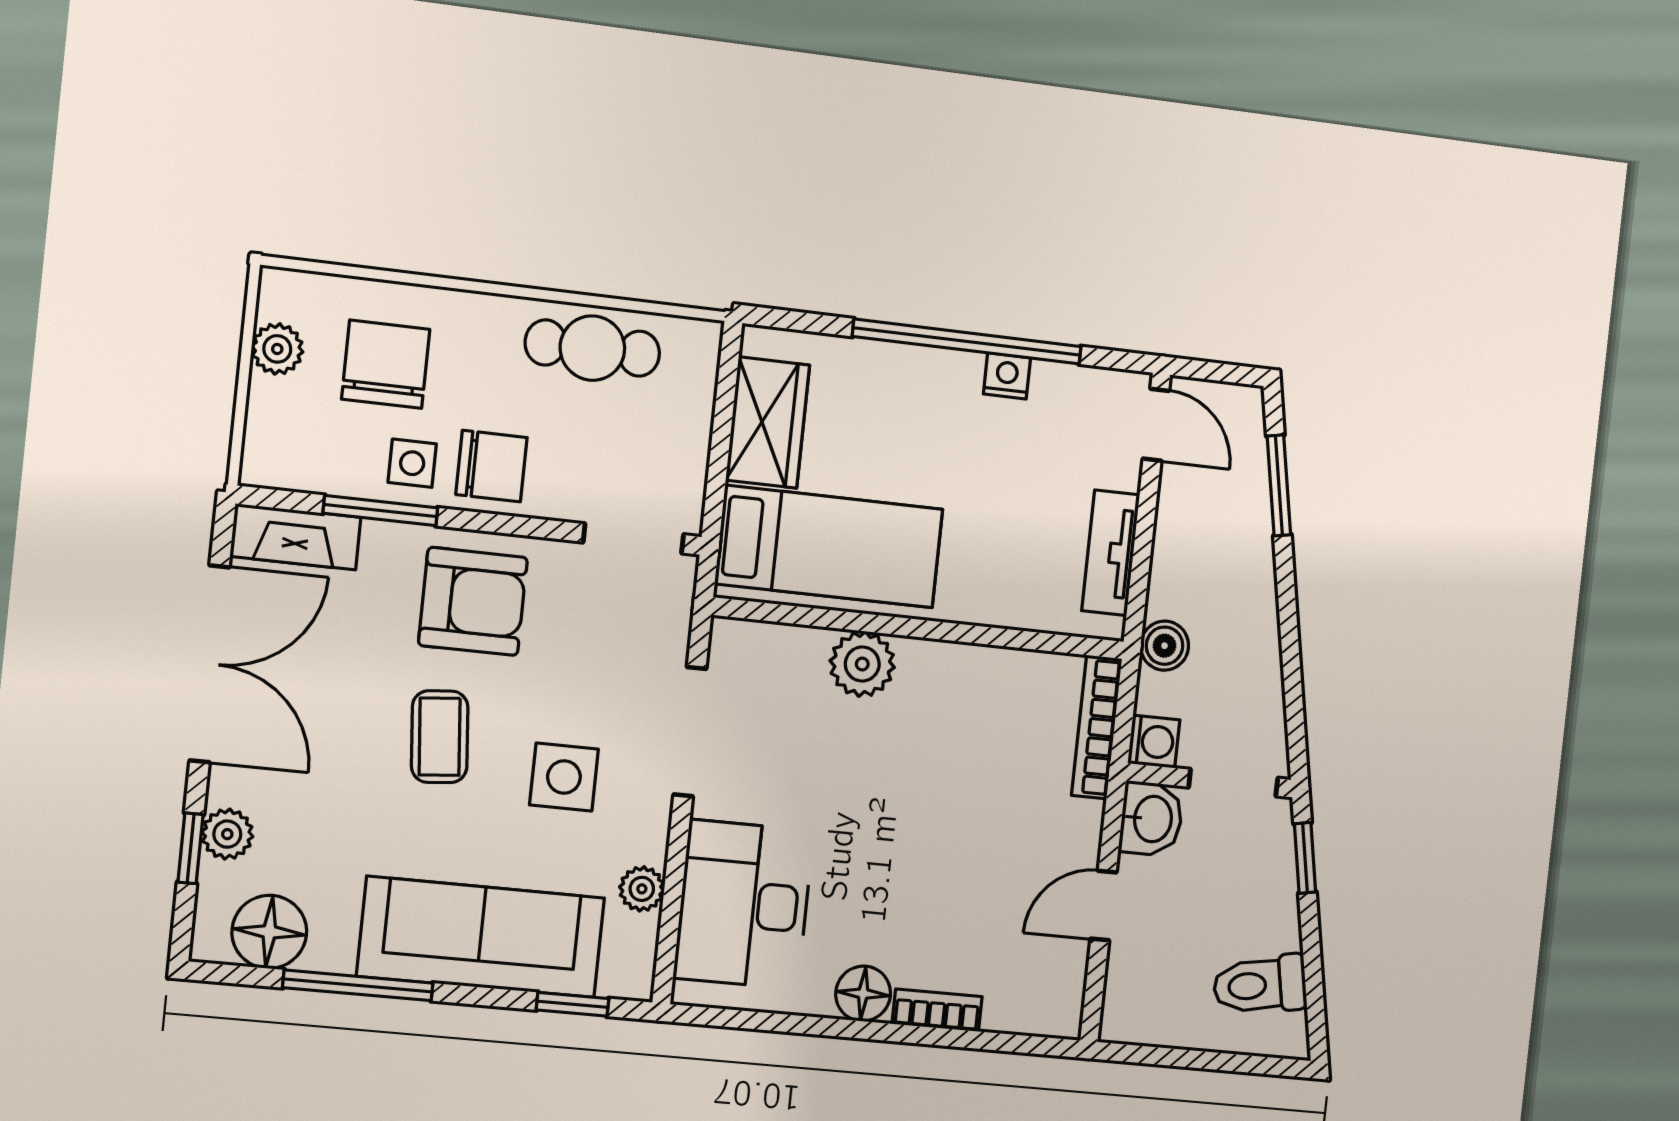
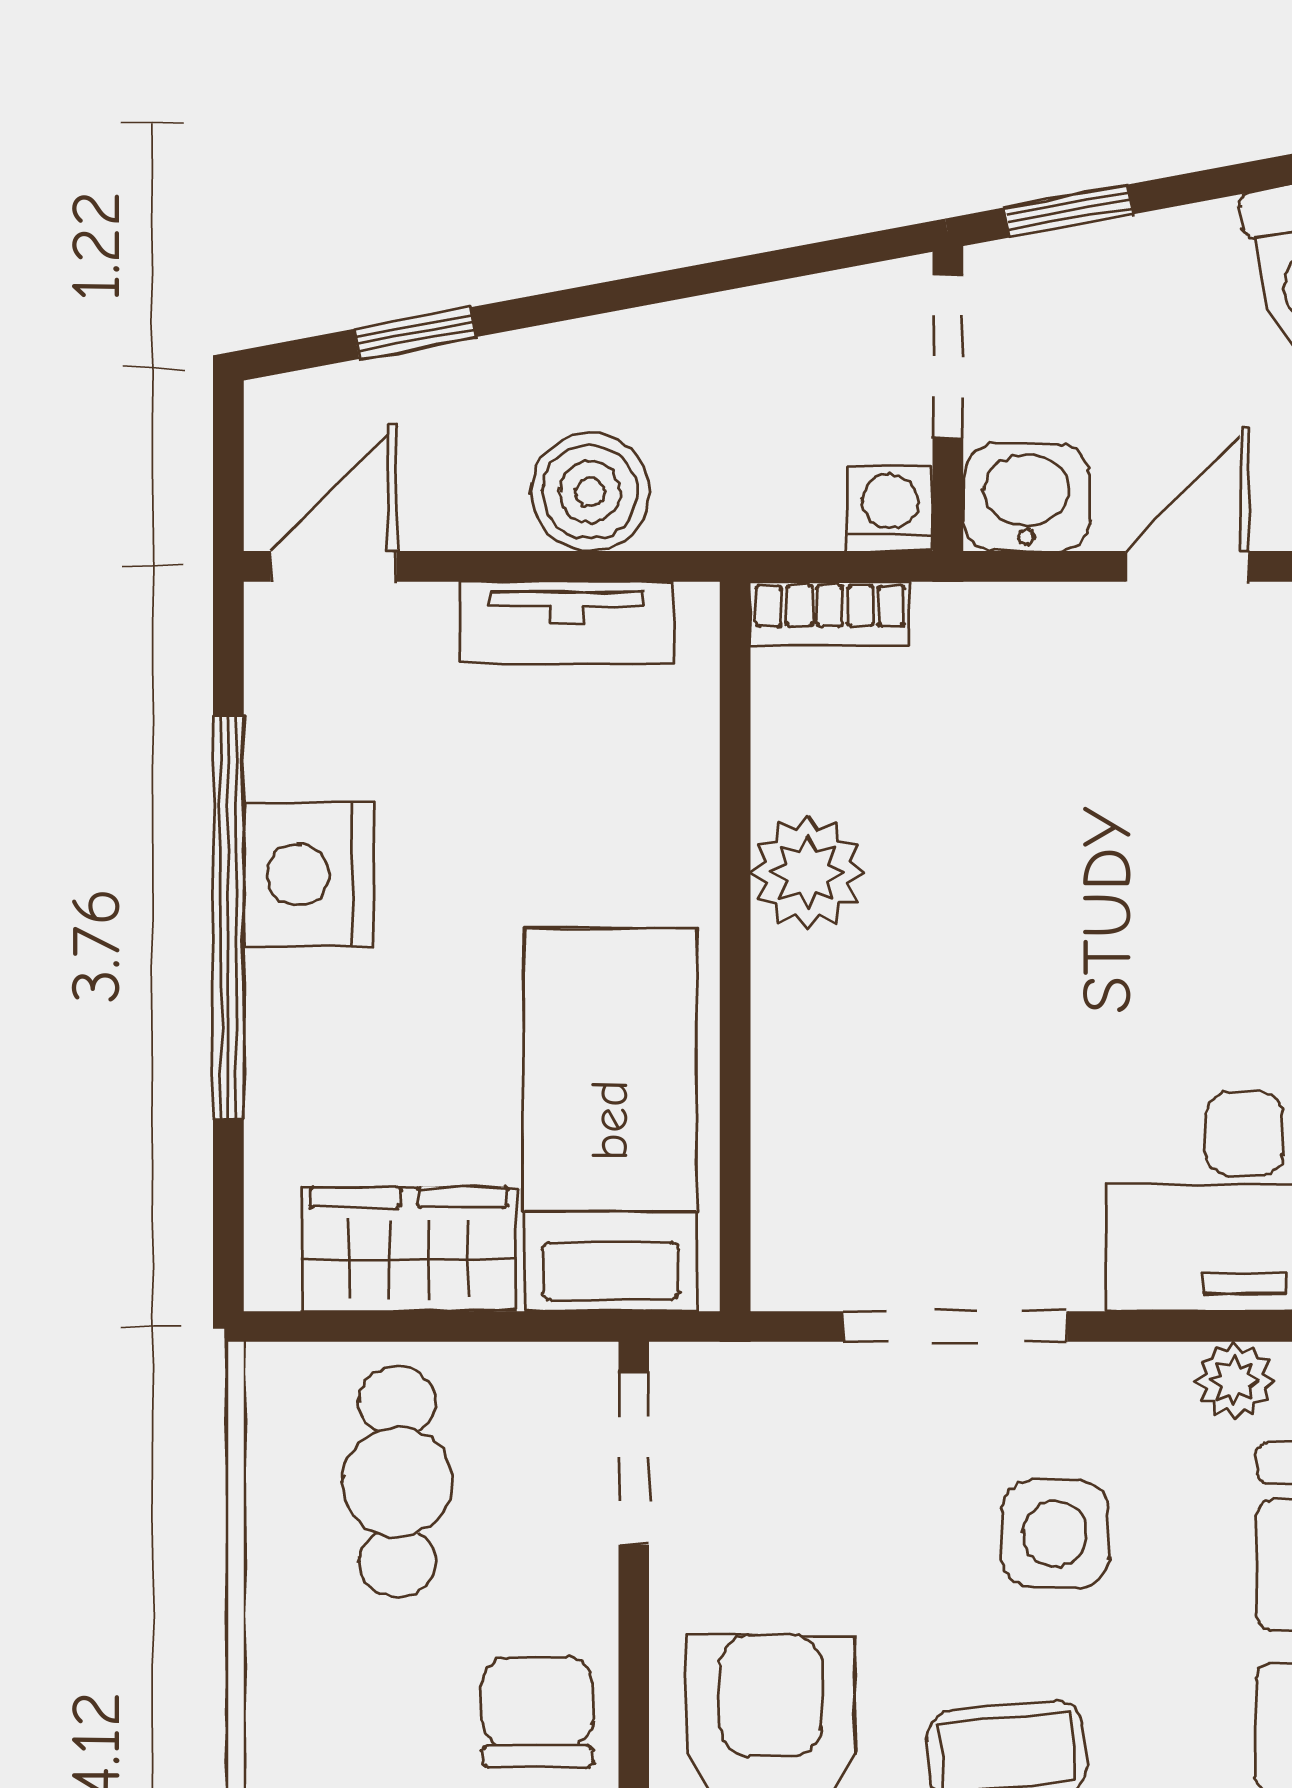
cafe table: (592, 348) -> (398, 1482), moved
nightstand: (1007, 376) -> (308, 874), width x1.89, depth x1.79
window: (1279, 485) -> (415, 333), width x0.67
boiler: (1165, 646) -> (590, 492), moved, width x1.36, depth x1.36
plant: (862, 664) -> (807, 872), moved
bookcase: (1097, 727) -> (830, 613), width x0.64
door: (1104, 905) -> (1187, 566), swing flipped

